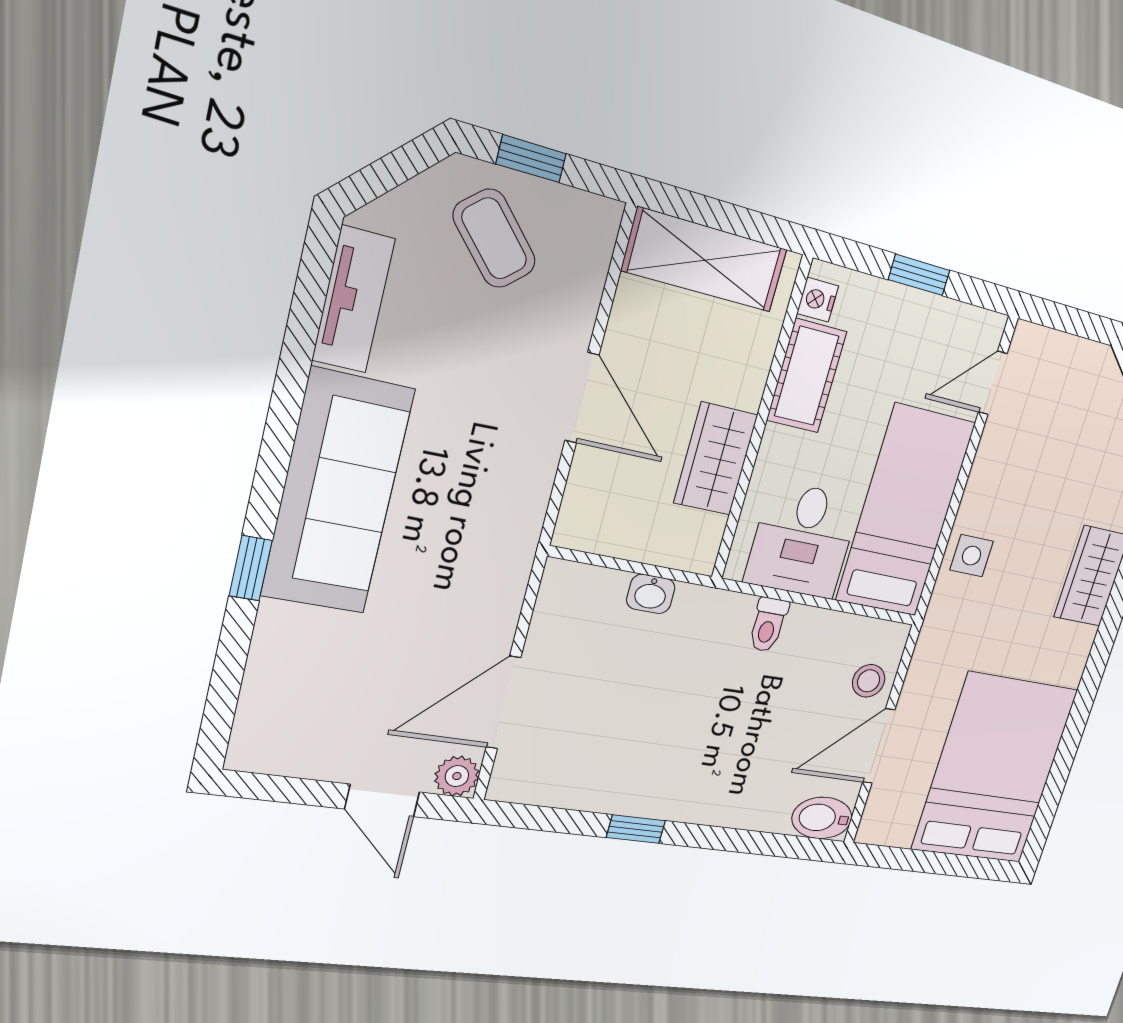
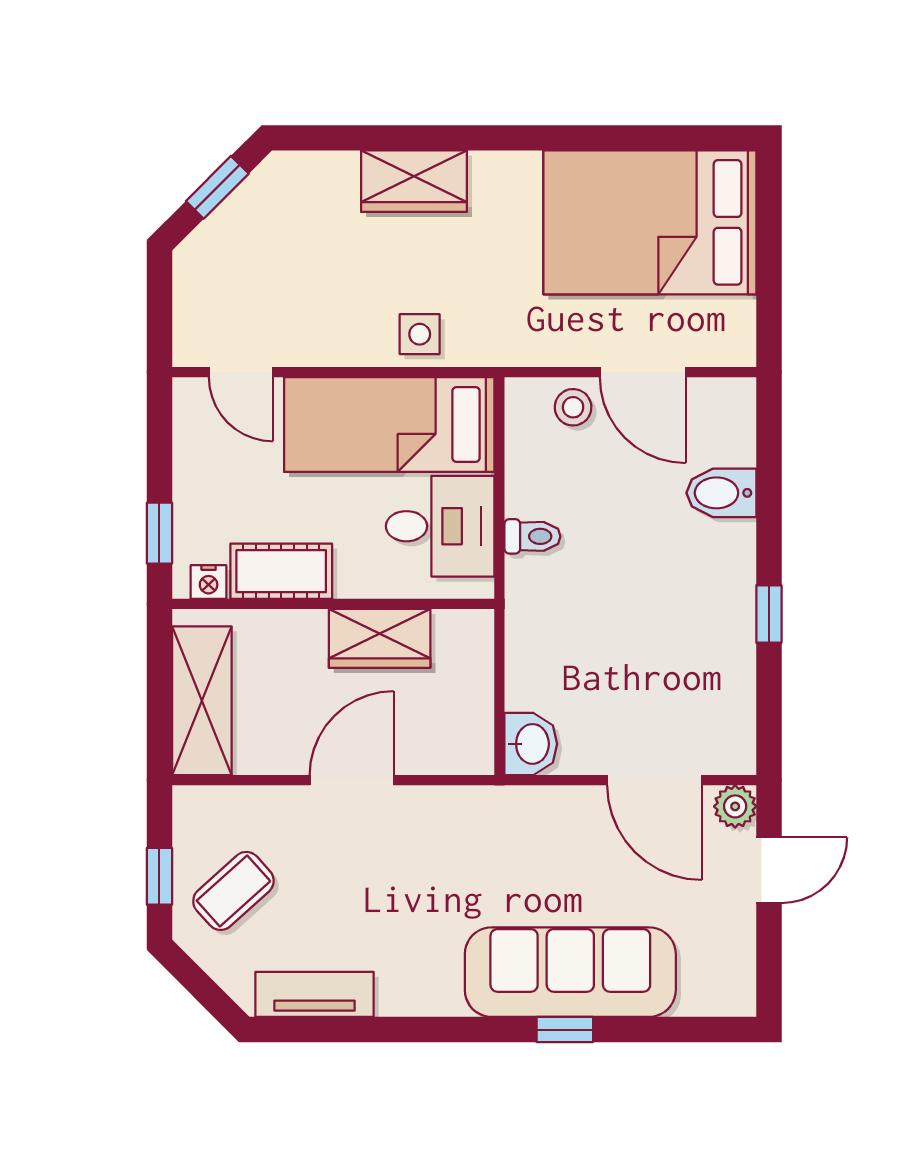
window: (919, 275) -> (159, 533), moved
sofa: (337, 493) -> (570, 972), moved
washbasin: (651, 594) -> (531, 744), moved, width x1.38, depth x1.45
bidet: (822, 818) -> (721, 493), moved, turned 90

